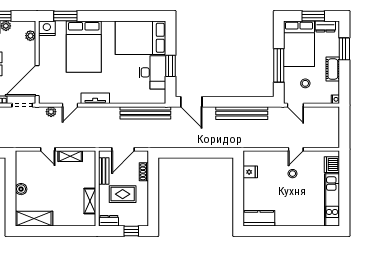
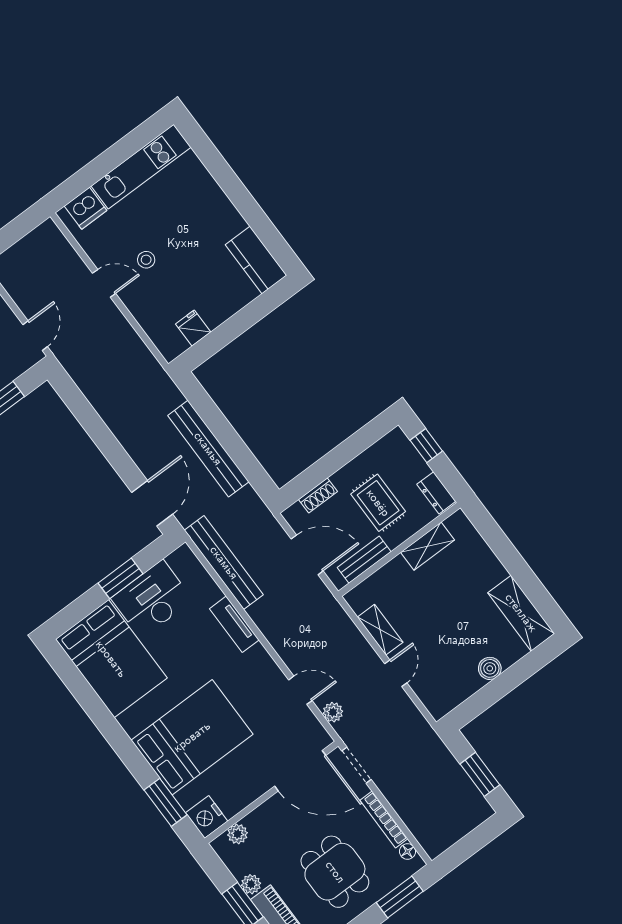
tv unit: (95, 98) -> (234, 624), moved
bench: (242, 113) -> (208, 449), moved

